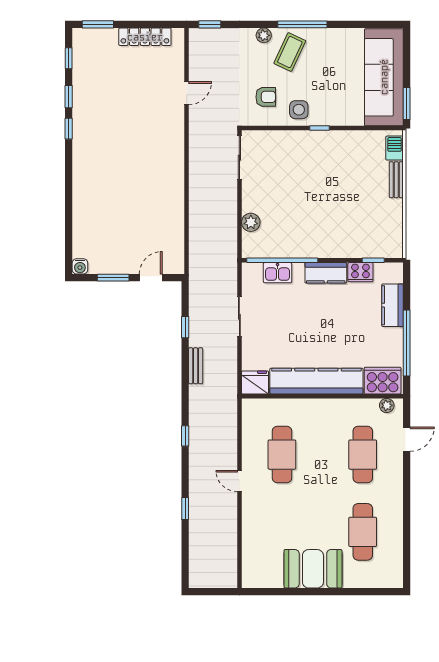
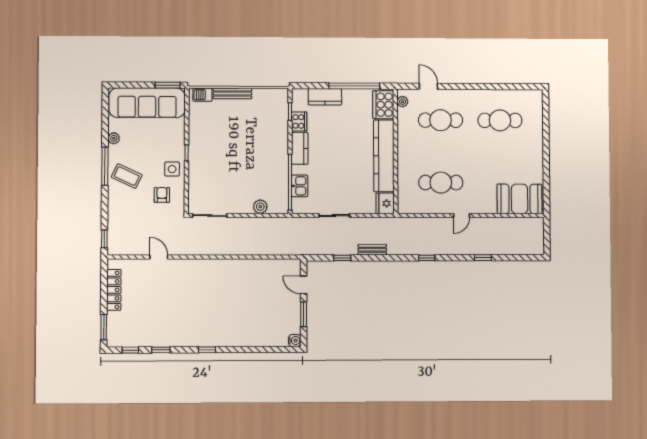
plant: (264, 35) -> (114, 138), moved
window: (69, 129) -> (207, 350), moved
bench: (396, 180) -> (232, 94), width x1.36
booth: (313, 569) -> (520, 199), moved, turned 90

